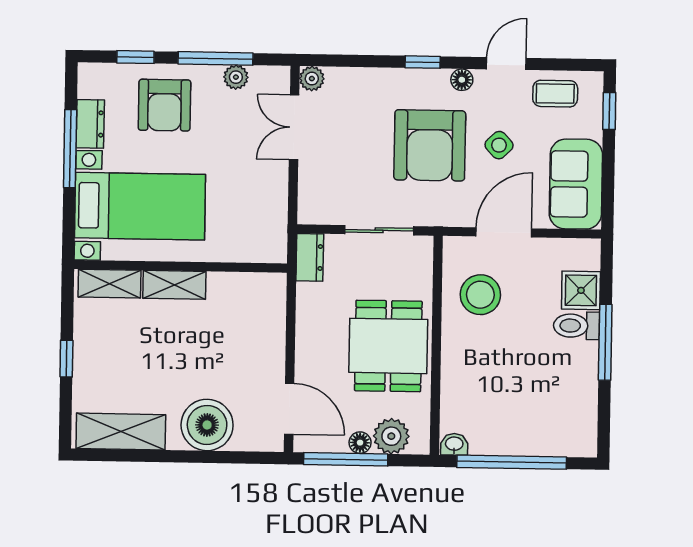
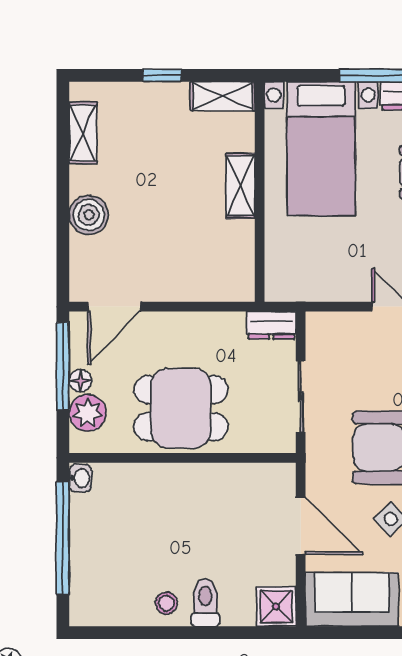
shelving: (109, 284) -> (223, 96), moved, turned 90
shower: (581, 290) -> (276, 607), moved
stool: (480, 295) -> (166, 603), moved, width x0.53, depth x0.53
window: (605, 342) -> (189, 633), removed
boiler: (207, 425) -> (89, 215), width x0.73, depth x0.73
shelving: (121, 432) -> (83, 133), width x0.67, depth x0.75

